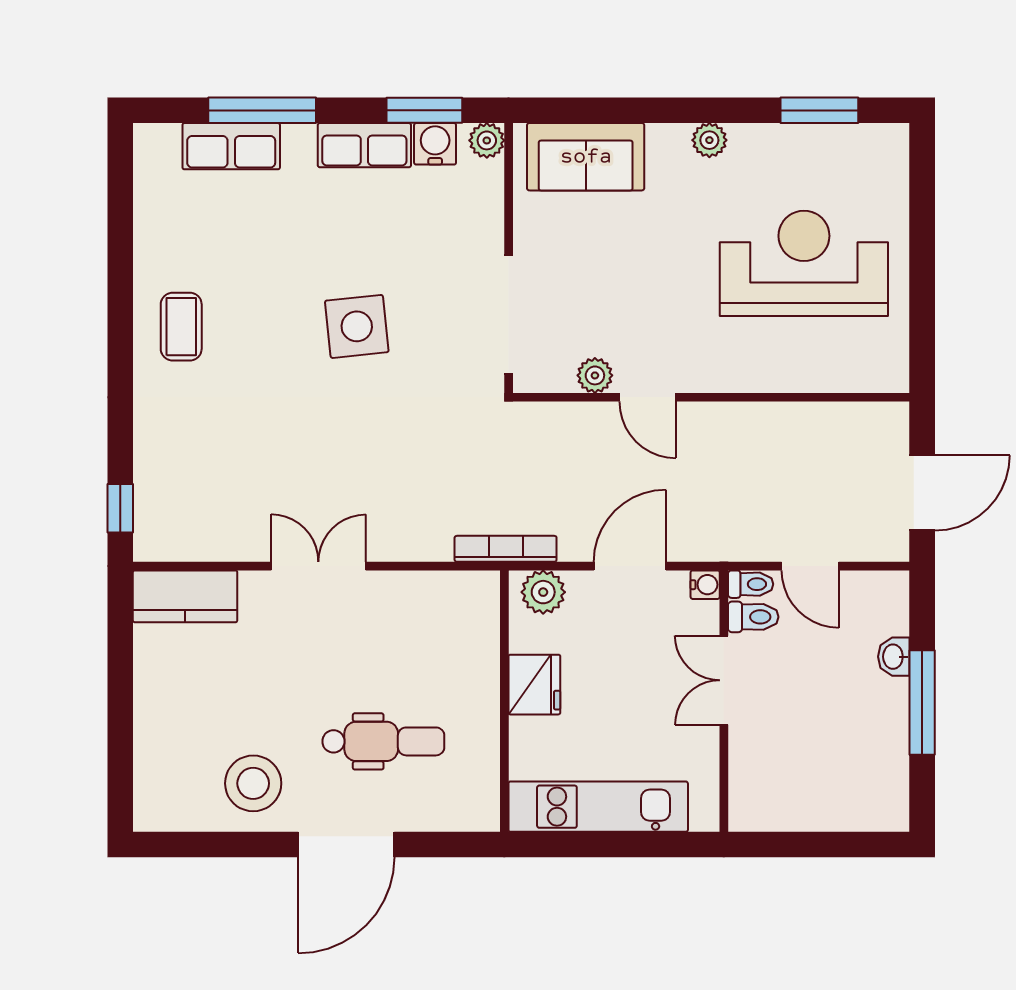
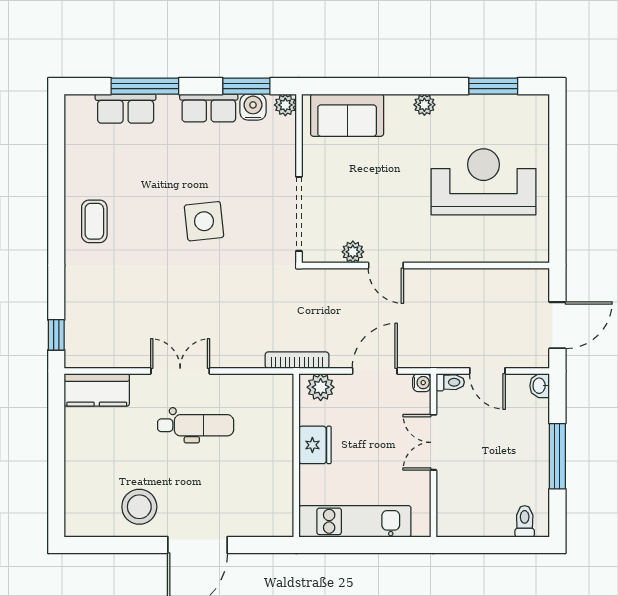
toilet: (753, 617) -> (525, 521), moved, turned -90
washbasin: (894, 657) -> (540, 386), moved
dental chair: (383, 741) -> (196, 425), moved

